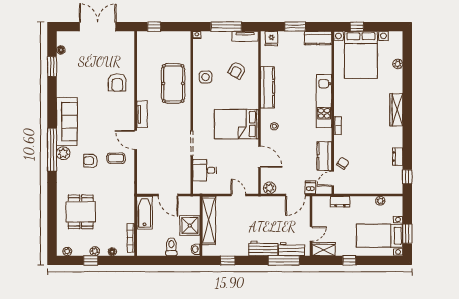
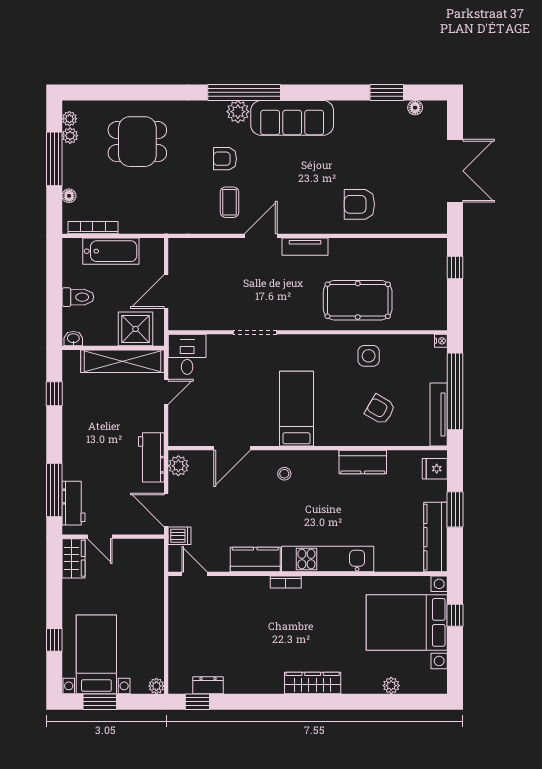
window: (226, 27) -> (455, 391), width x1.46
tv unit: (245, 36) -> (439, 415), width x1.41
kitchen counter: (318, 38) -> (436, 537), width x1.50
kitchen counter: (267, 87) -> (363, 462), width x0.67
bed: (236, 124) -> (296, 409), width x0.67
kitchen counter: (324, 156) -> (255, 560), moved
dresser: (398, 157) -> (208, 685), moved
armchair: (91, 161) -> (225, 159), turned -90
chair: (343, 163) -> (221, 591), removed
desk: (205, 170) -> (187, 354), moved
door: (238, 195) -> (166, 392), moved
plant: (380, 201) -> (156, 686), moved
dresser: (340, 202) -> (155, 586), removed
bathtub: (145, 213) -> (111, 251), moved
shower: (190, 225) -> (136, 329), moved
workbench: (263, 248) -> (151, 457), moved, turned 180
plant: (95, 251) -> (70, 136), moved
window: (91, 260) -> (54, 159), width x2.17
window: (349, 260) -> (54, 640), moved

